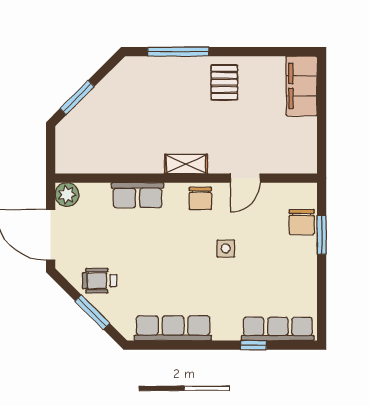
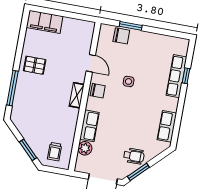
trolley: (82, 144) -> (55, 152), added
plant: (67, 195) -> (85, 148), moved
wheelchair: (100, 281) -> (134, 156), turned -90
window: (92, 312) -> (138, 172), moved
row of seats: (173, 328) -> (167, 126), width x0.68
row of seats: (278, 329) -> (176, 76), moved

